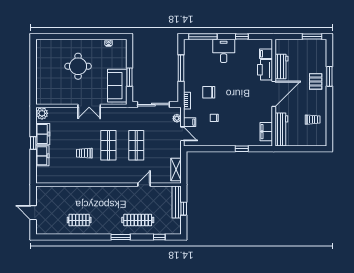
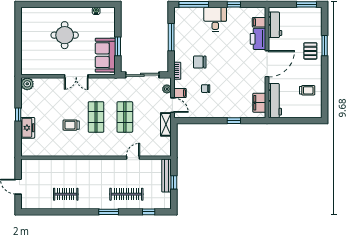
workbench: (281, 66) -> (275, 25), moved
freezer: (43, 134) -> (28, 105), removed
shelving: (176, 170) -> (166, 124), moved

